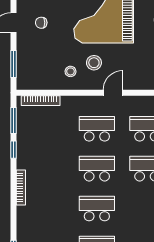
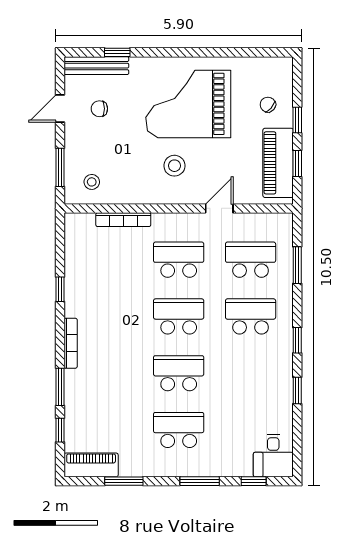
stool: (70, 71) -> (92, 182), moved
door: (113, 93) -> (219, 208), moved
bookcase: (41, 101) -> (123, 220), moved
window: (13, 121) -> (60, 387), moved

